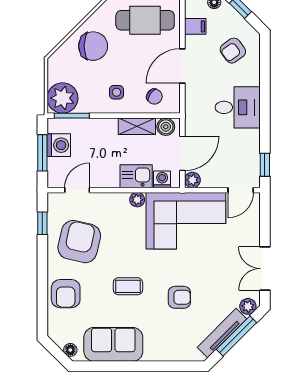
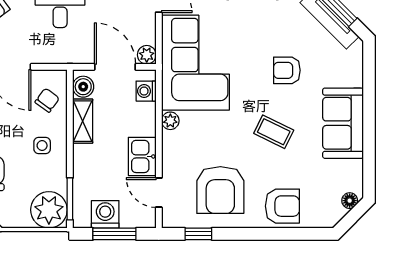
kitchen sink: (136, 176) -> (142, 156), moved
armchair: (79, 242) -> (220, 190), turned -103
coffee table: (128, 286) -> (274, 132), turned -64
armchair: (179, 297) -> (287, 70), turned -90
sofa: (113, 344) -> (343, 123), moved

